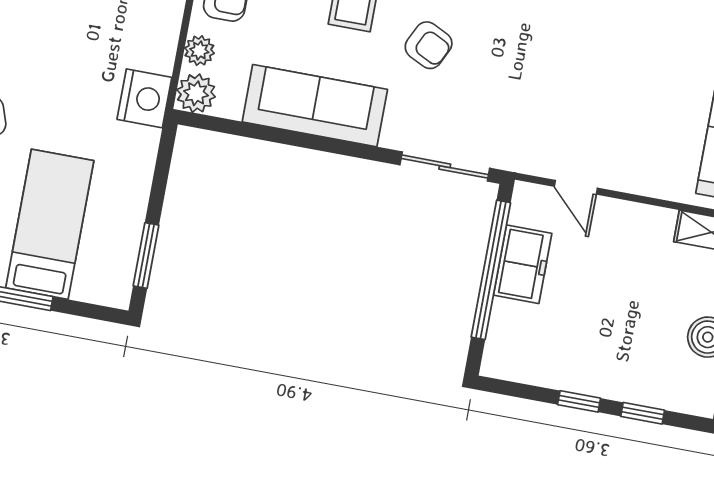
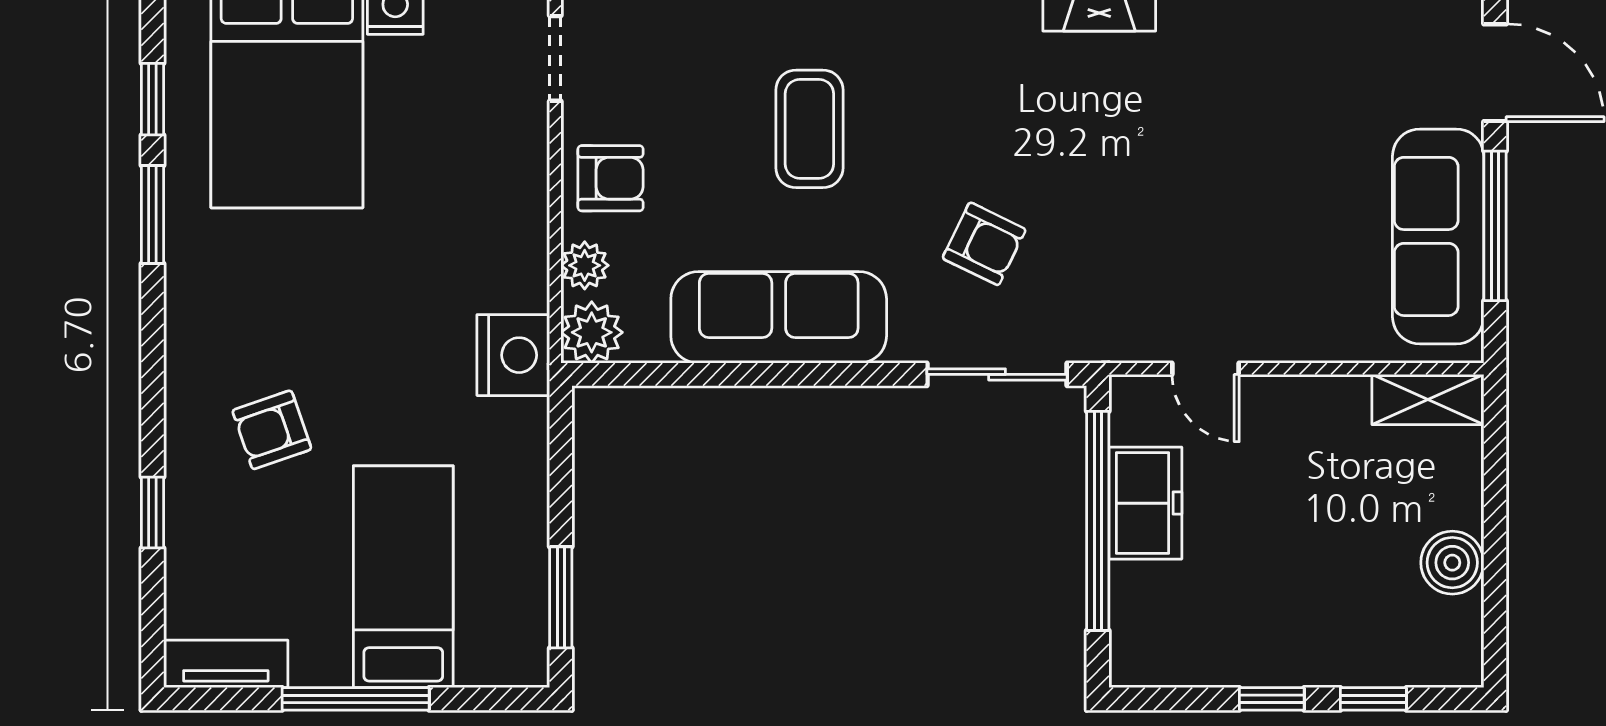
armchair: (429, 45) -> (984, 244), moved

